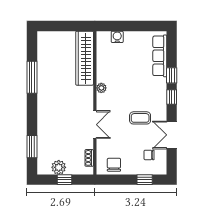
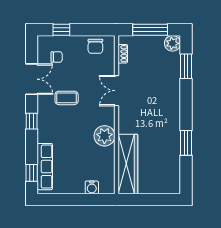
window: (172, 75) -> (32, 173), moved
window: (32, 77) -> (186, 143), width x0.69
plant: (101, 88) -> (104, 136), width x1.88, depth x1.88
plant: (59, 167) -> (172, 43), moved
window: (64, 180) -> (150, 30), width x2.17

